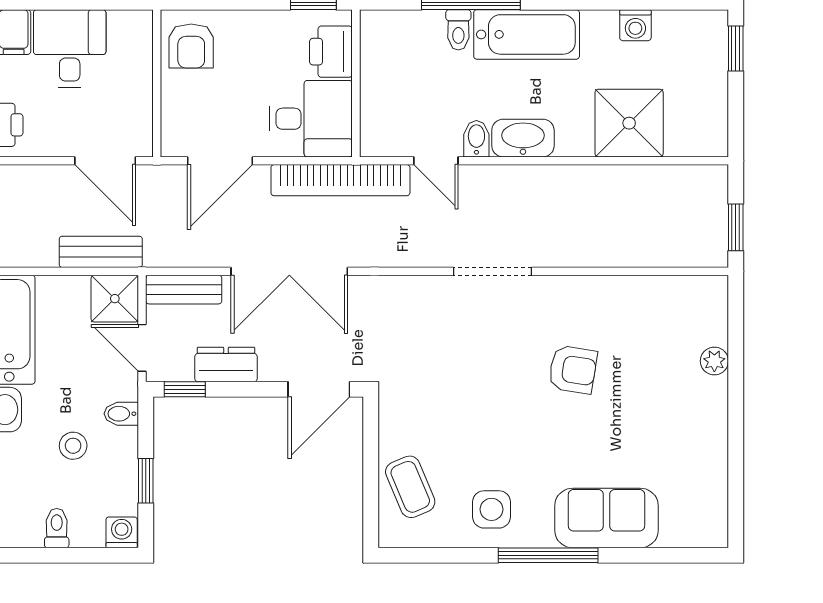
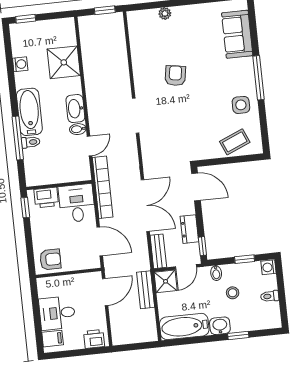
sofa: (607, 518) -> (237, 34), moved

